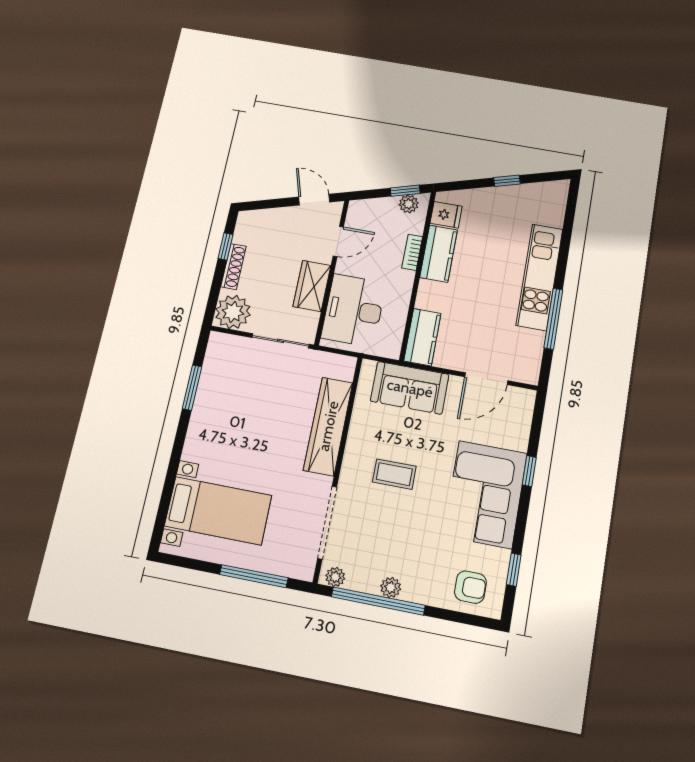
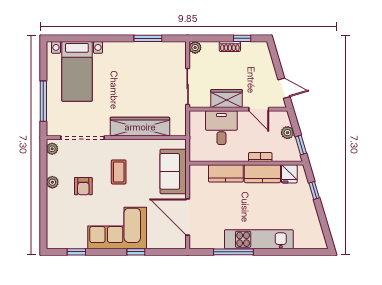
window: (507, 181) -> (314, 190), moved
door: (314, 200) -> (284, 88), hinge flipped
plant: (409, 204) -> (287, 133), moved
shoe rack: (233, 267) -> (230, 47), width x0.70
desk: (354, 310) -> (221, 128), width x0.73
plant: (233, 312) -> (195, 48), width x0.53, depth x0.53
kitchen counter: (422, 337) -> (226, 173), moved
door: (486, 379) -> (188, 217), width x1.36
armchair: (470, 587) -> (83, 186), moved
window: (378, 601) -> (43, 176), removed

